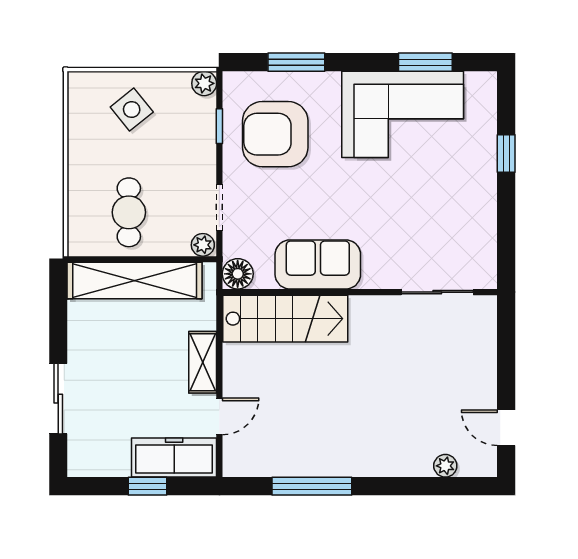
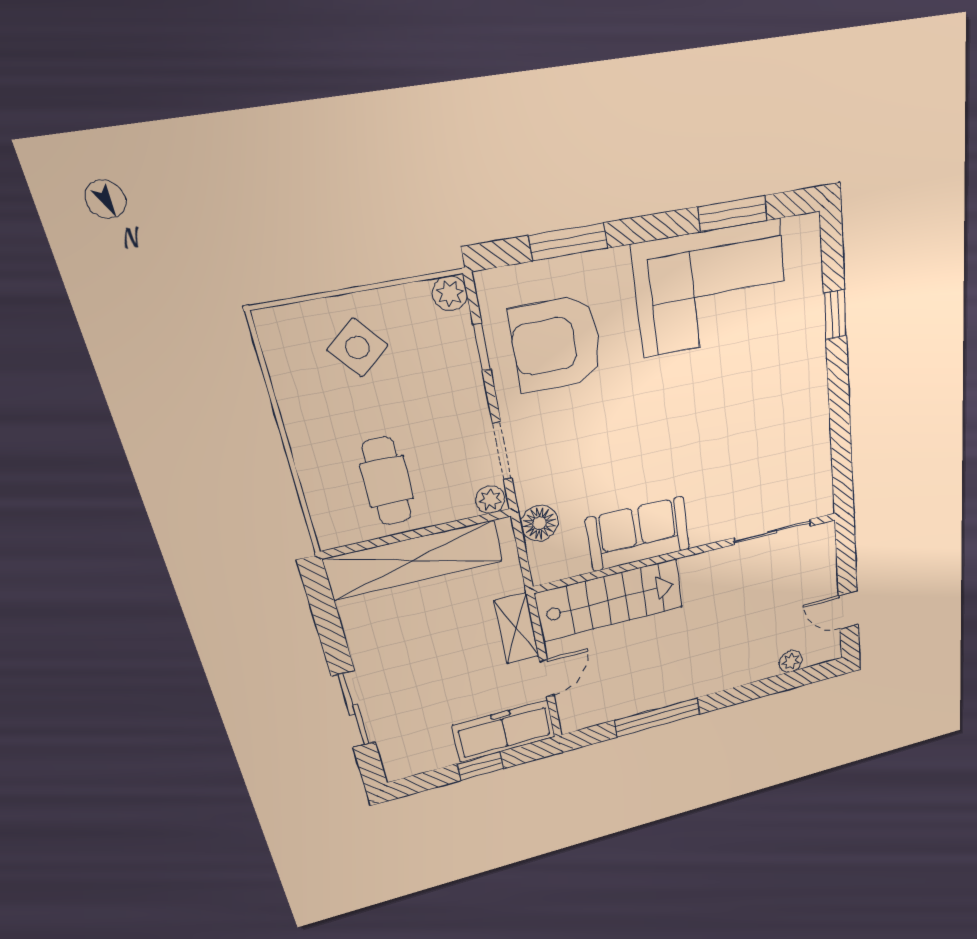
sofa: (318, 264) -> (638, 534), moved
wall: (360, 292) -> (689, 552), moved
sliding door: (437, 292) -> (772, 532), moved
stairs: (285, 319) -> (610, 600), moved

